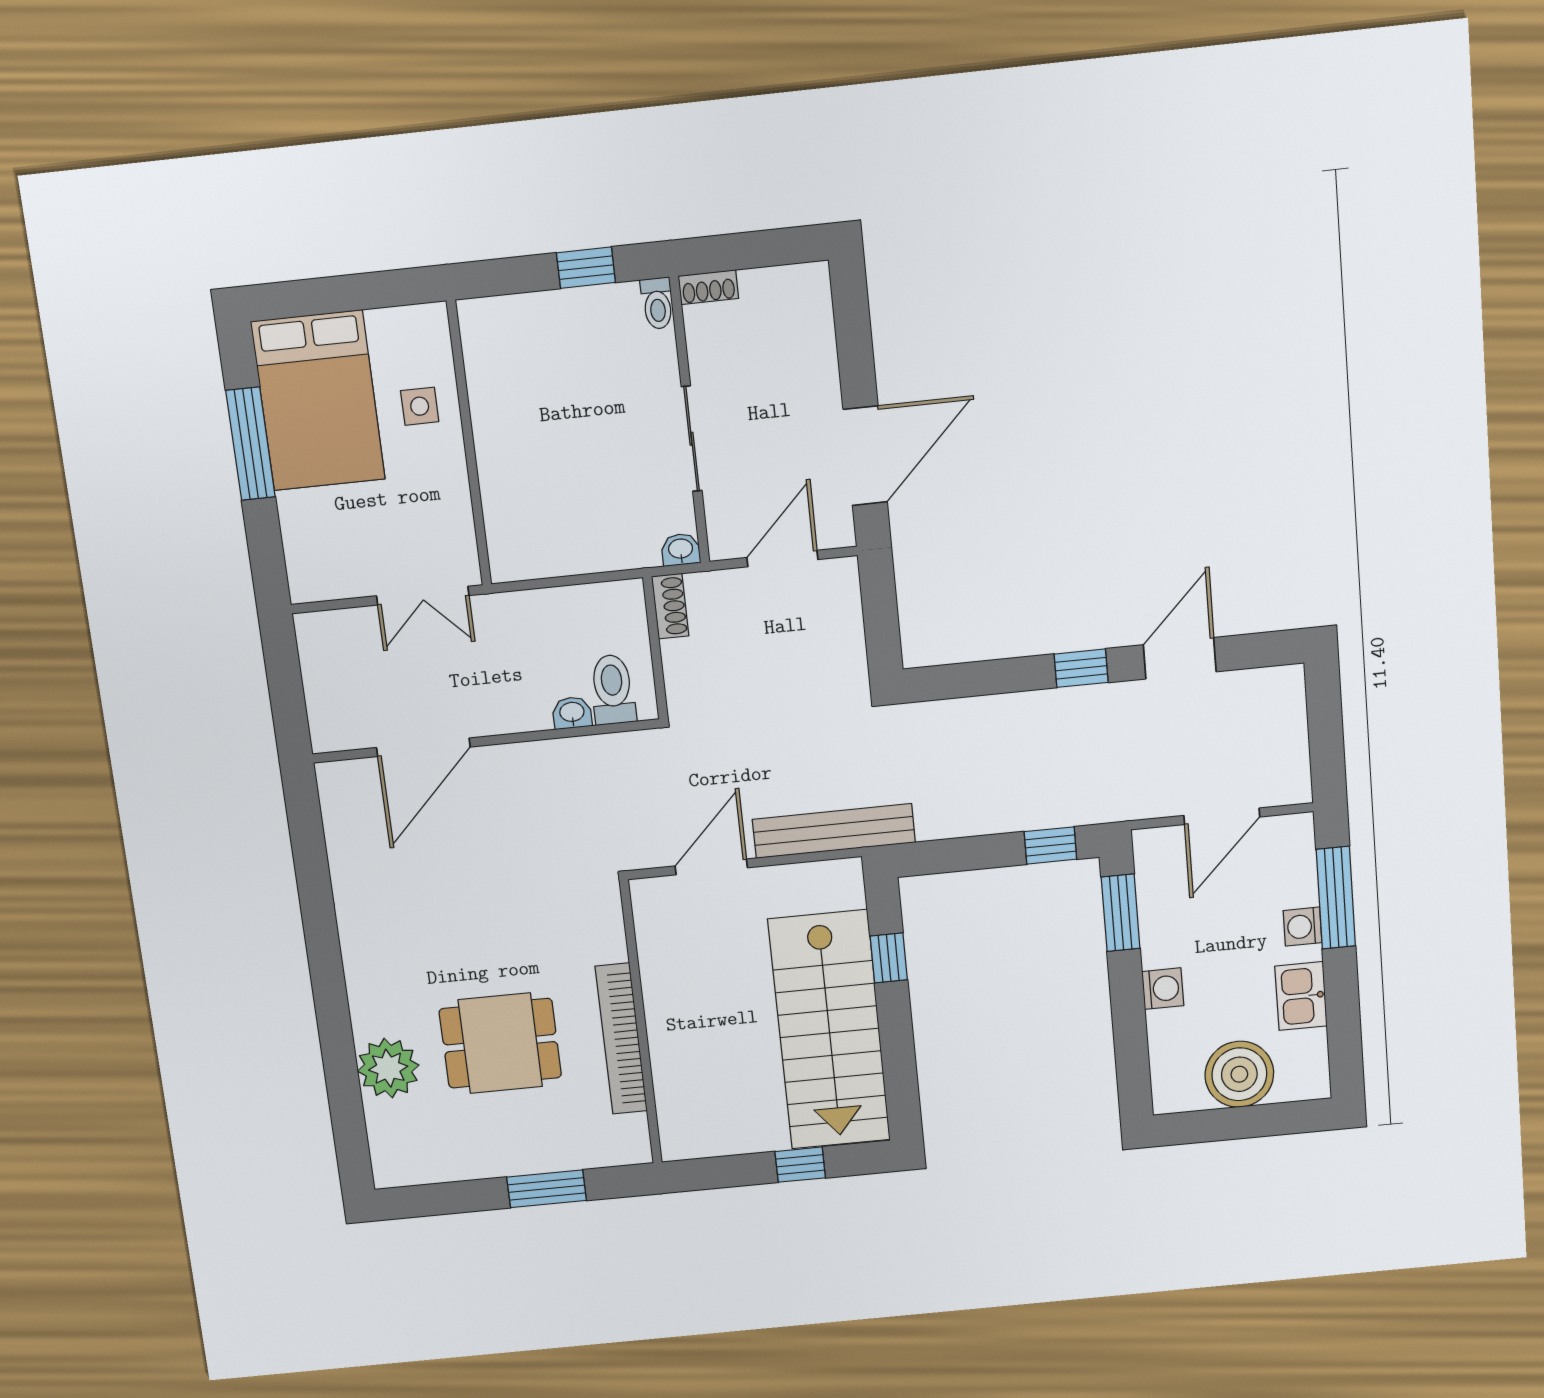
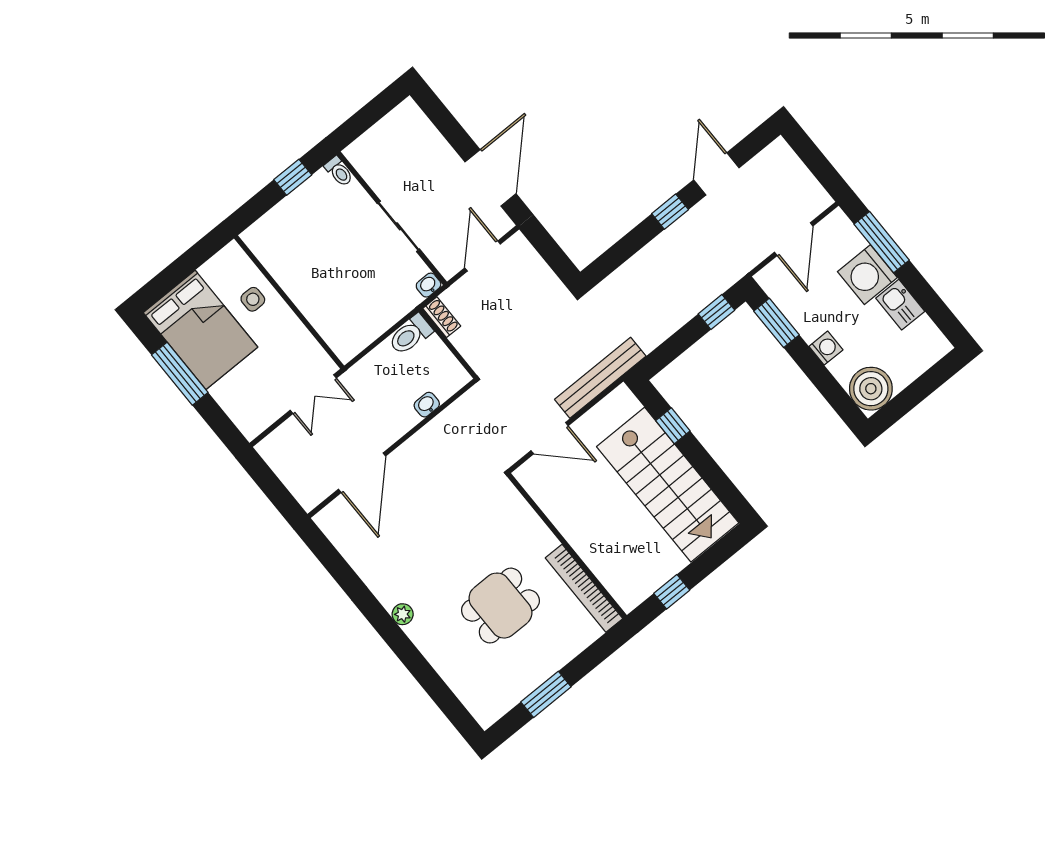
shoe rack: (708, 287) -> (359, 147), removed
toilet: (613, 690) -> (410, 335), moved, turned -90
door: (711, 867) -> (550, 438), swing flipped
washing machine: (1303, 927) -> (867, 275), width x1.89, depth x1.89
bookcase: (621, 1039) -> (584, 588), moved
plant: (388, 1068) -> (403, 614), moved, width x0.53, depth x0.53
boiler: (1239, 1074) -> (871, 389), moved
window: (800, 1165) -> (672, 592), moved
window: (547, 1189) -> (546, 694), moved

